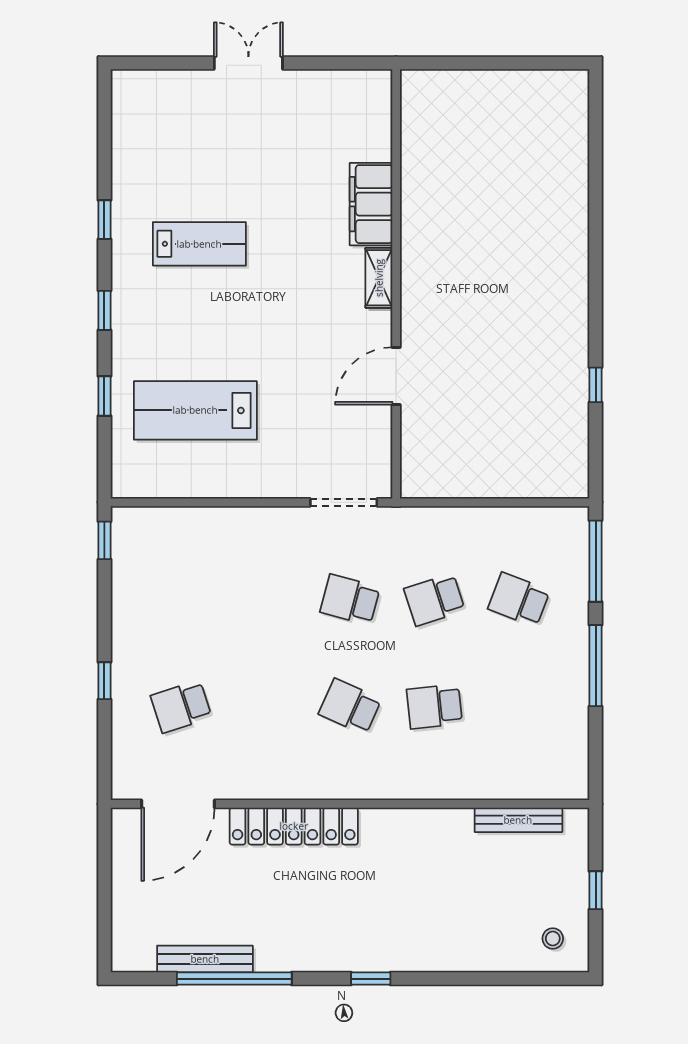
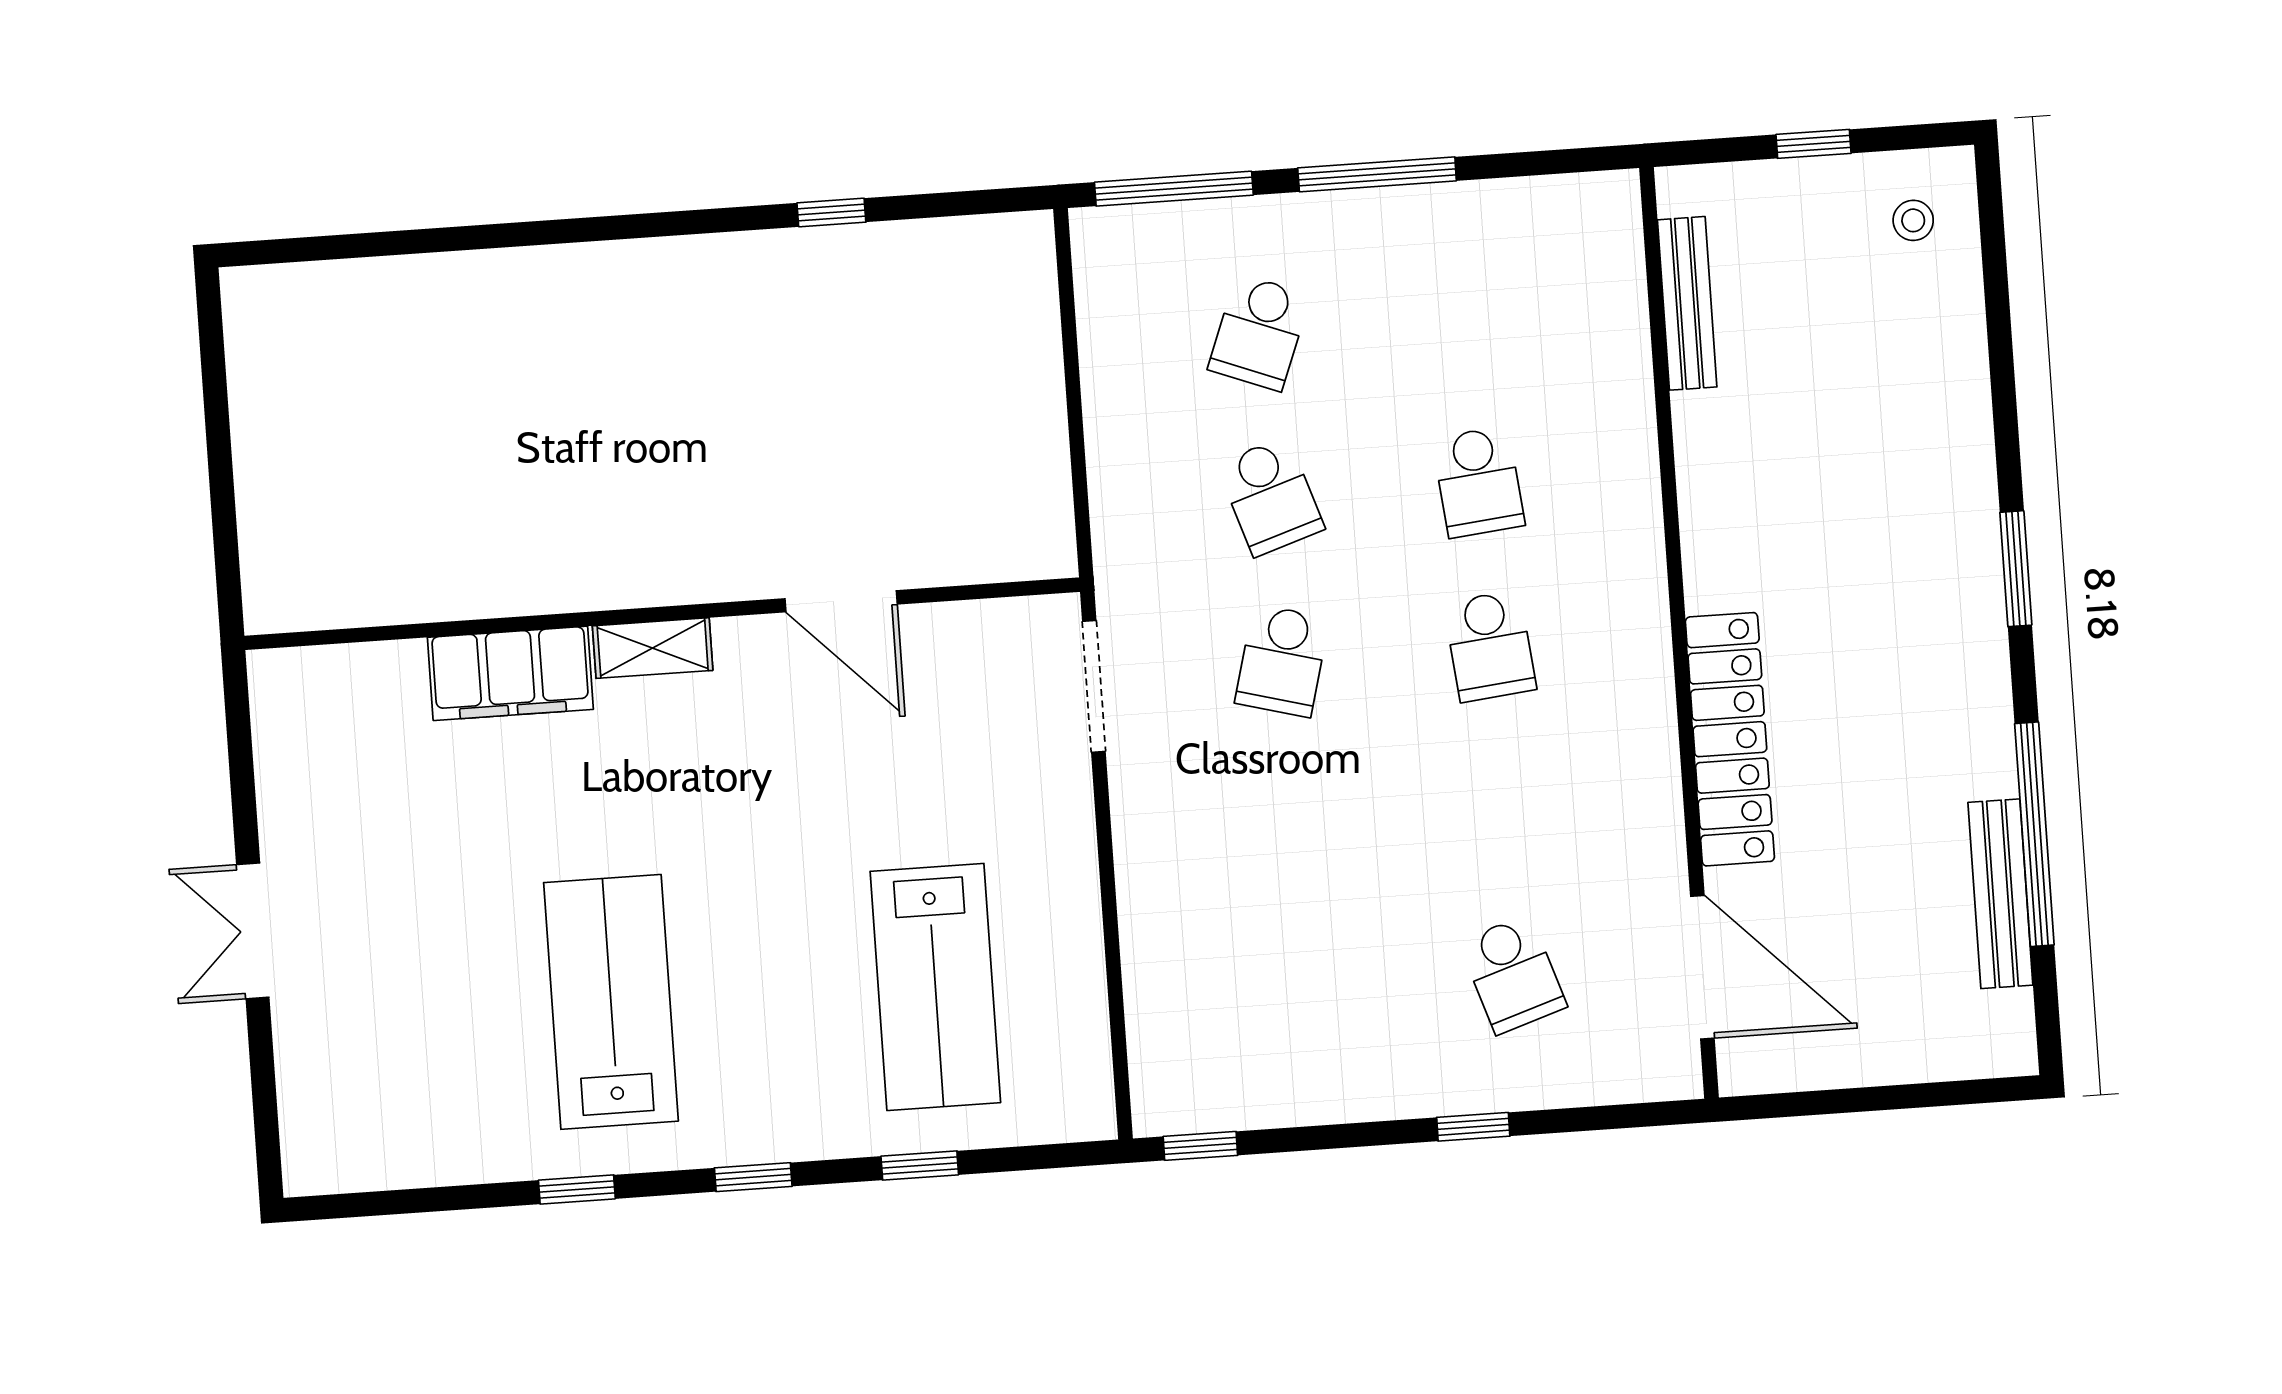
lab bench: (199, 244) -> (611, 1002), width x1.36, depth x1.39
school desk: (350, 707) -> (1490, 646), turned -30
window: (371, 979) -> (2016, 569), width x1.50

